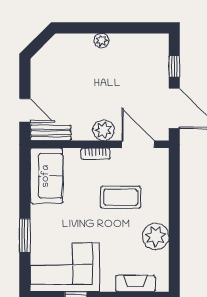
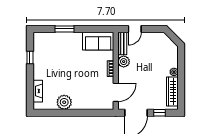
wardrobe: (136, 43) -> (172, 91), added
plant: (104, 130) -> (124, 62), moved
coffee table: (121, 197) -> (86, 83), removed
corner sofa: (65, 267) -> (47, 51), removed

